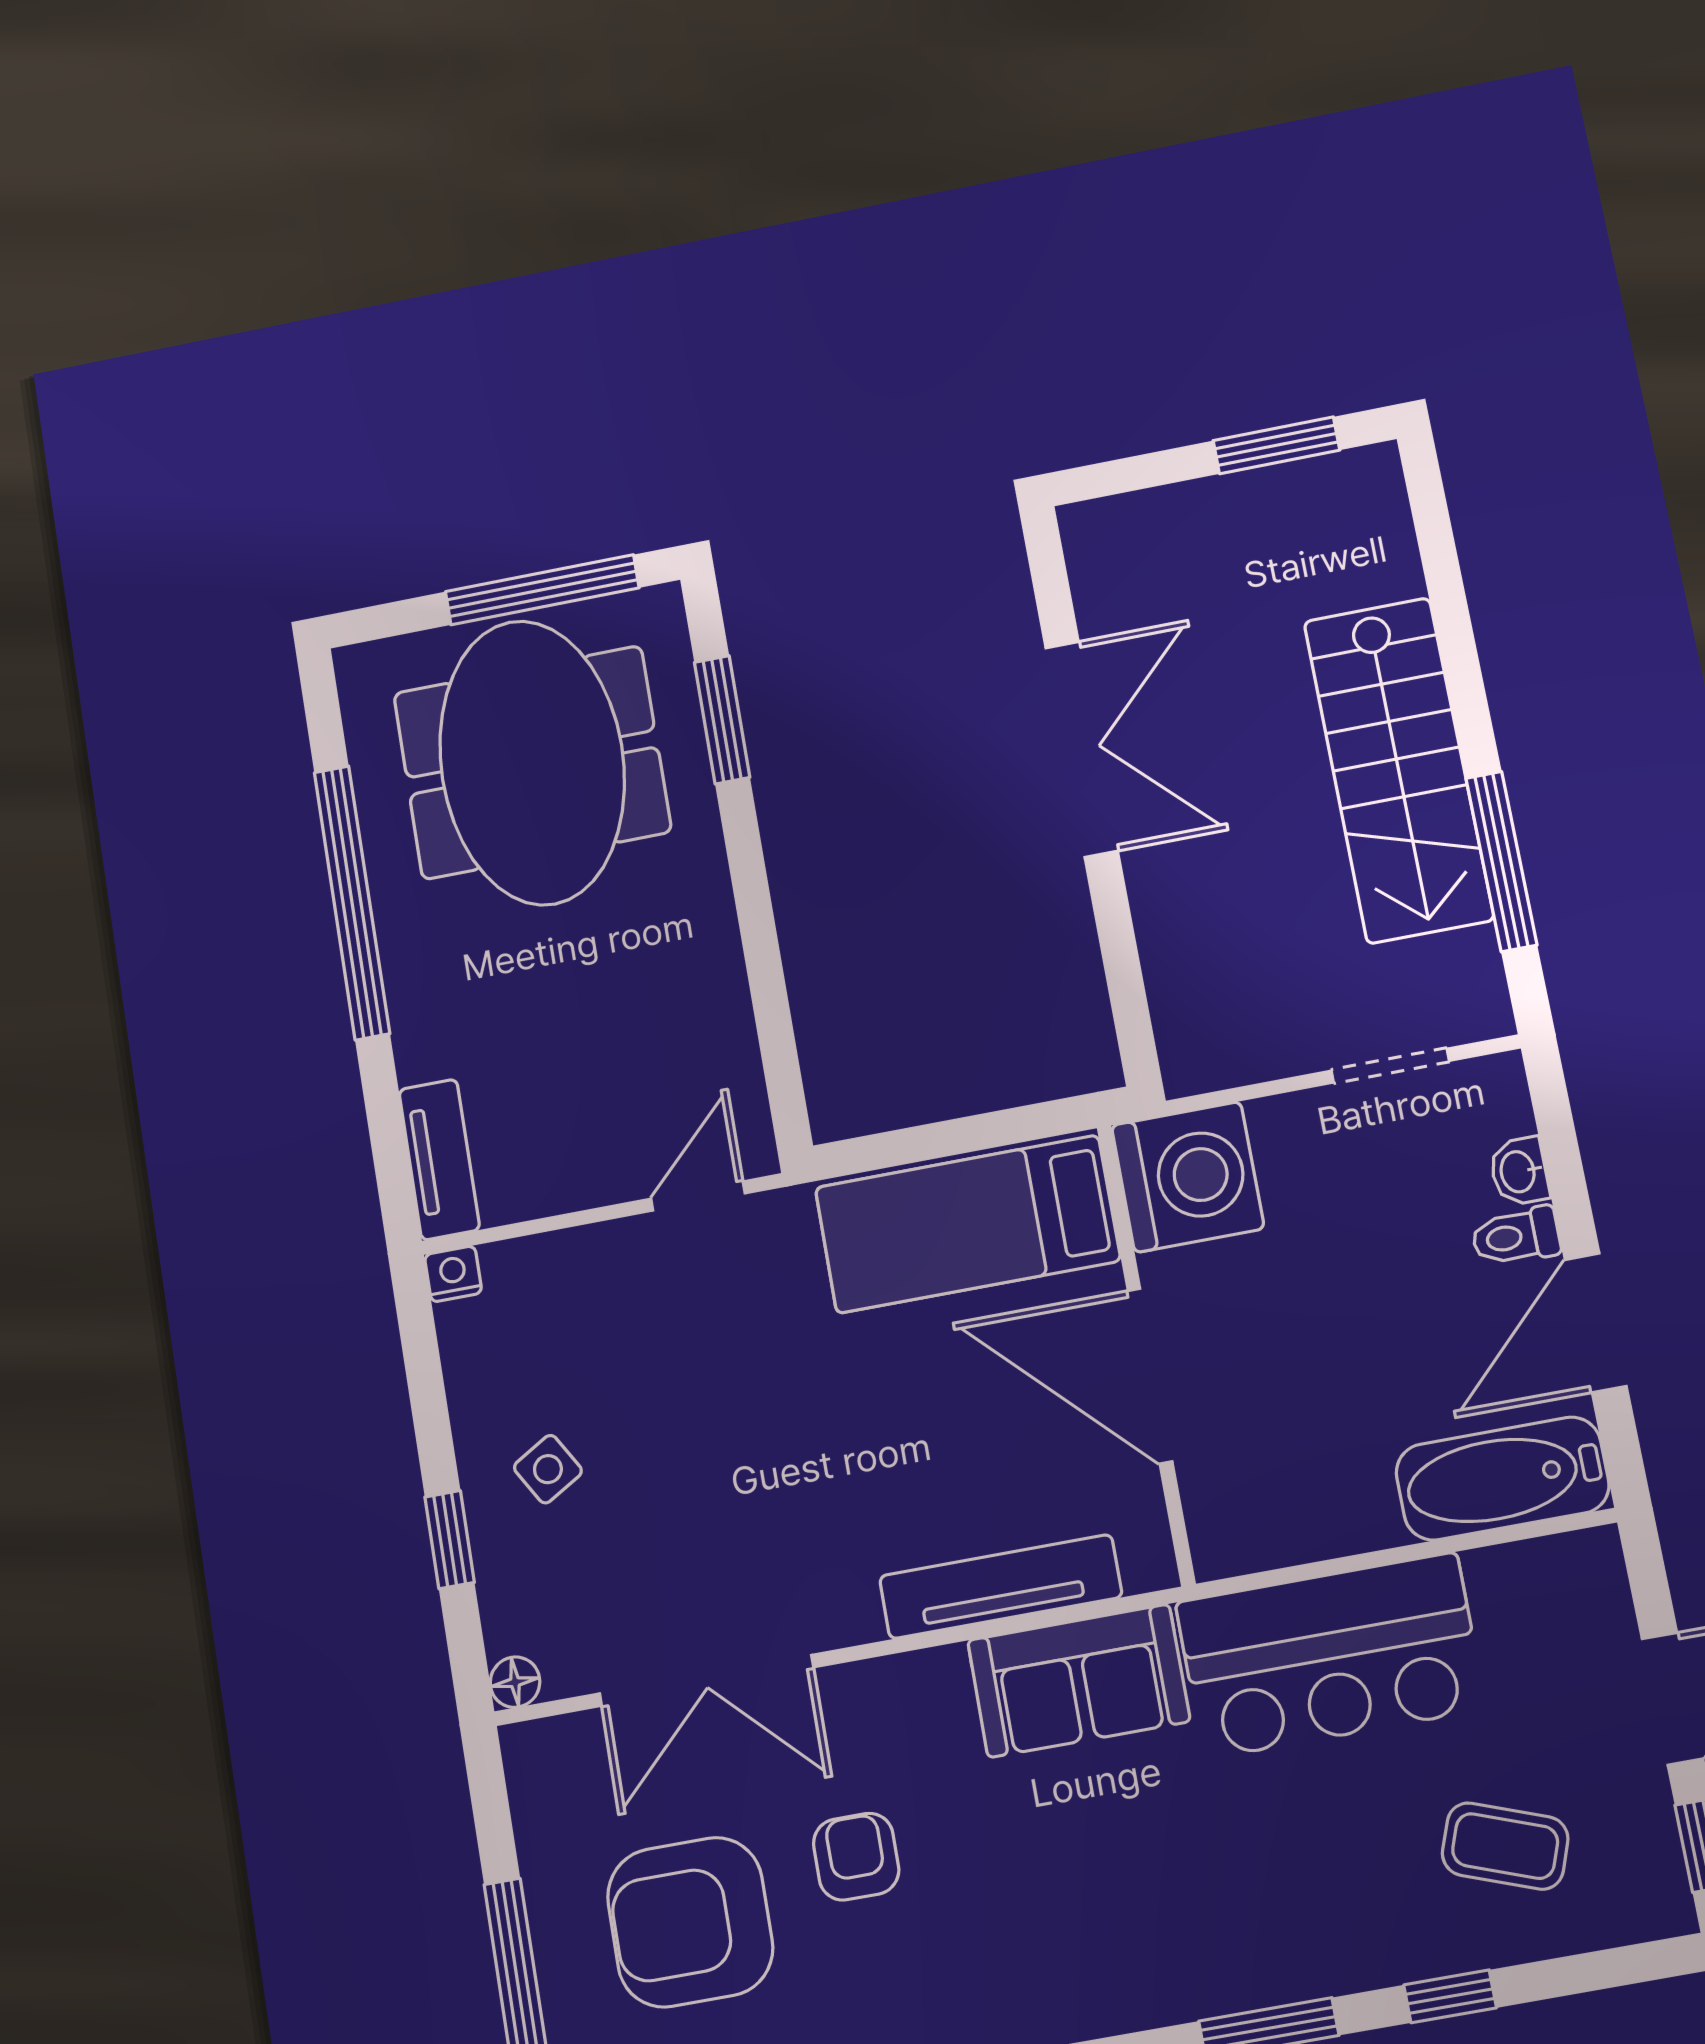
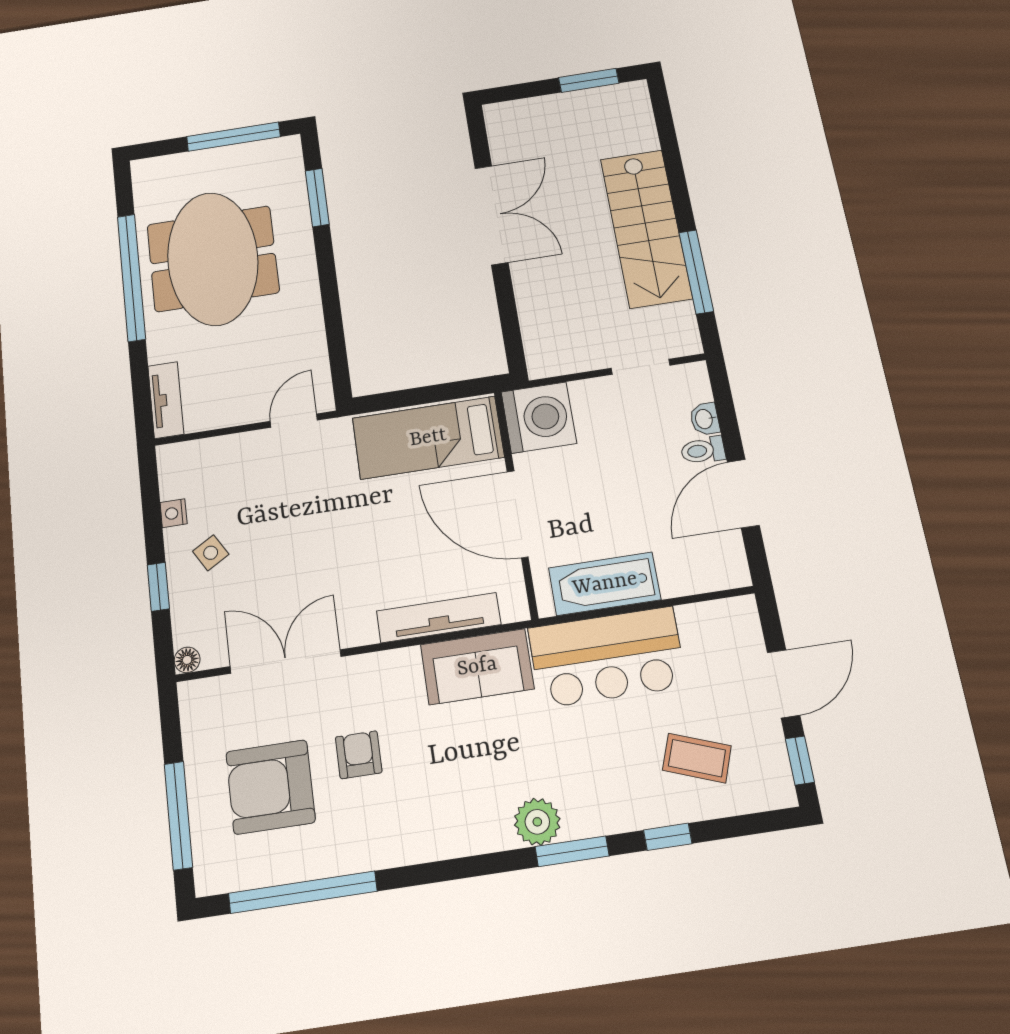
meeting table: (532, 762) -> (213, 259), moved
nightstand: (453, 1274) -> (174, 513), moved, turned -90
bathtub: (1502, 1479) -> (605, 584), moved
double door: (706, 1680) -> (286, 662), swing flipped
plant: (1202, 1975) -> (537, 822), added

